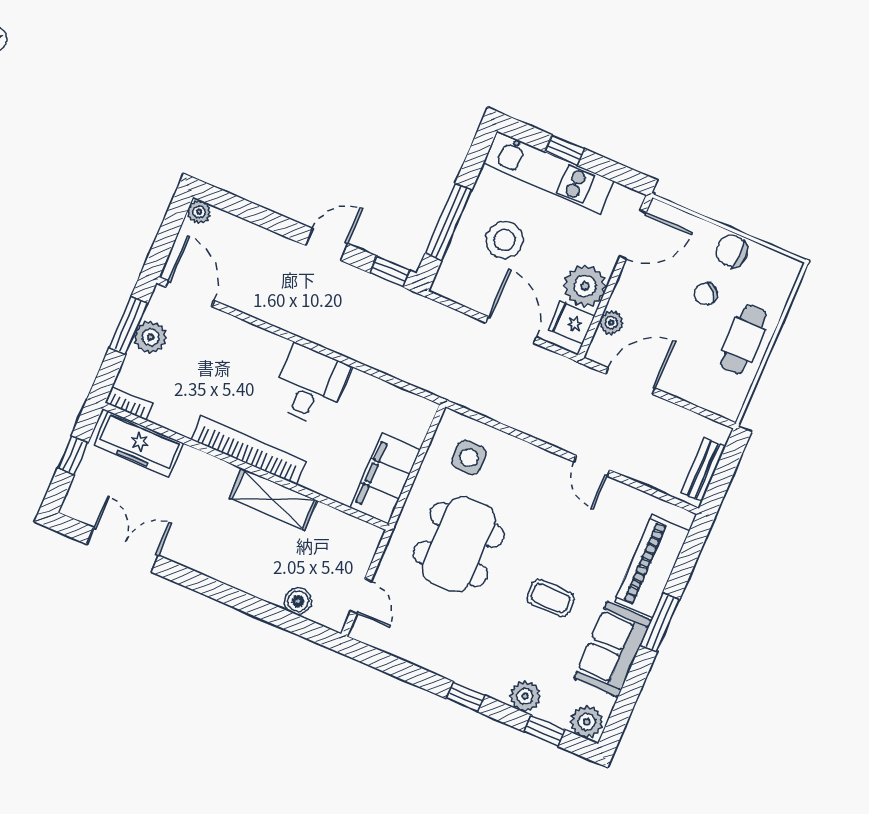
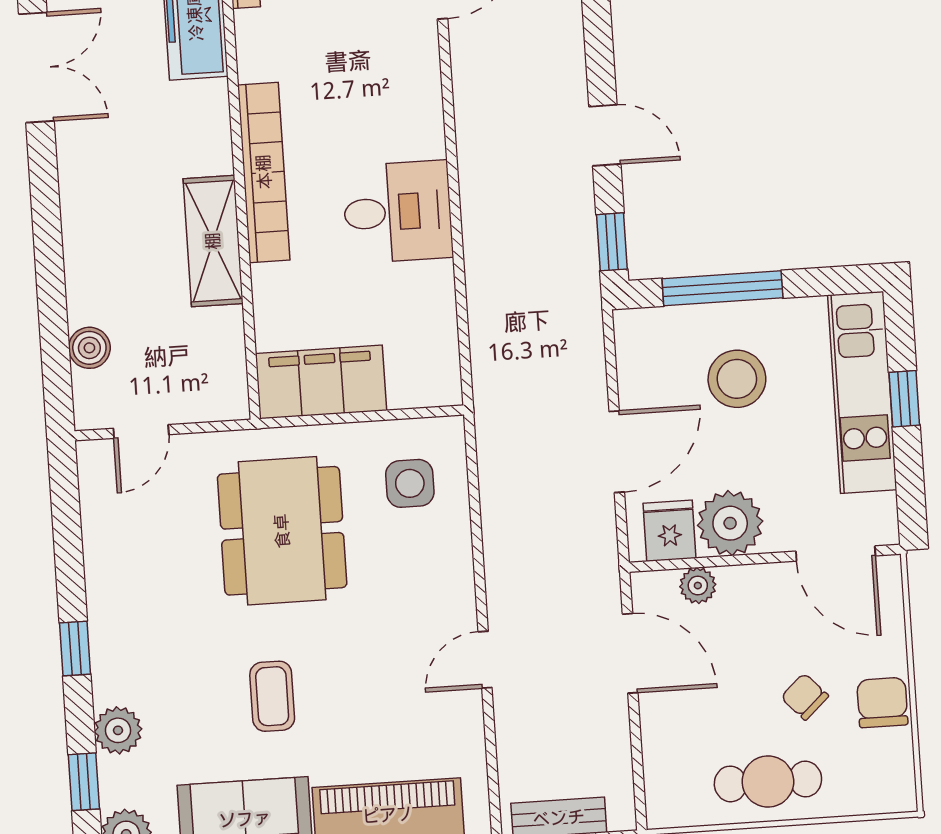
dining table: (459, 544) -> (282, 531), turned 90

